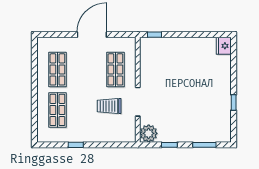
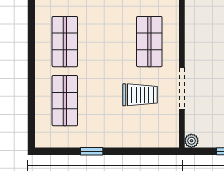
trolley: (109, 106) -> (140, 95), turned 180
plant: (149, 133) -> (191, 141), width x0.53, depth x0.53

